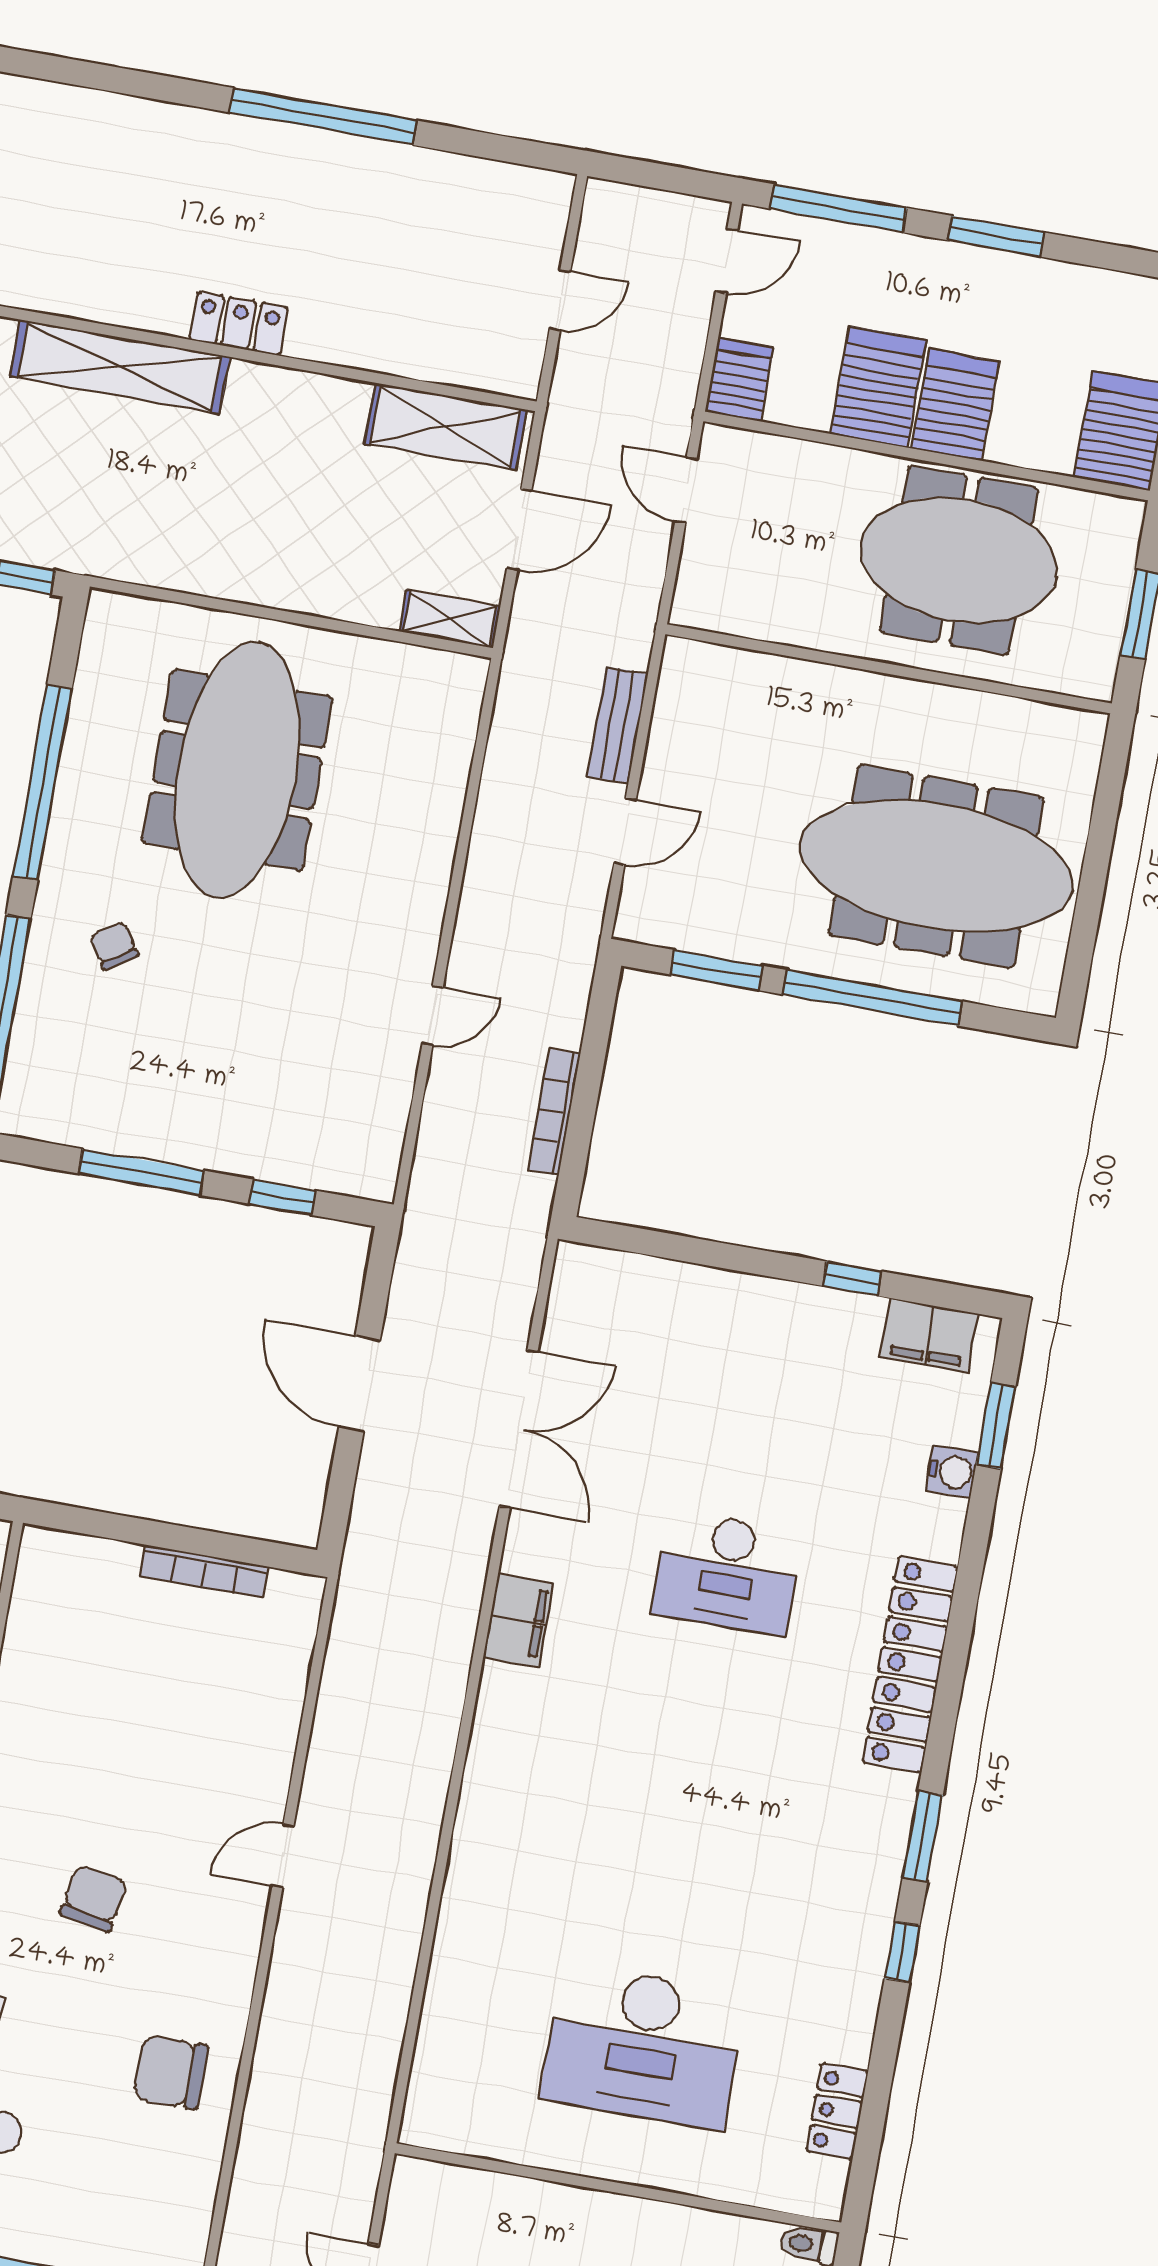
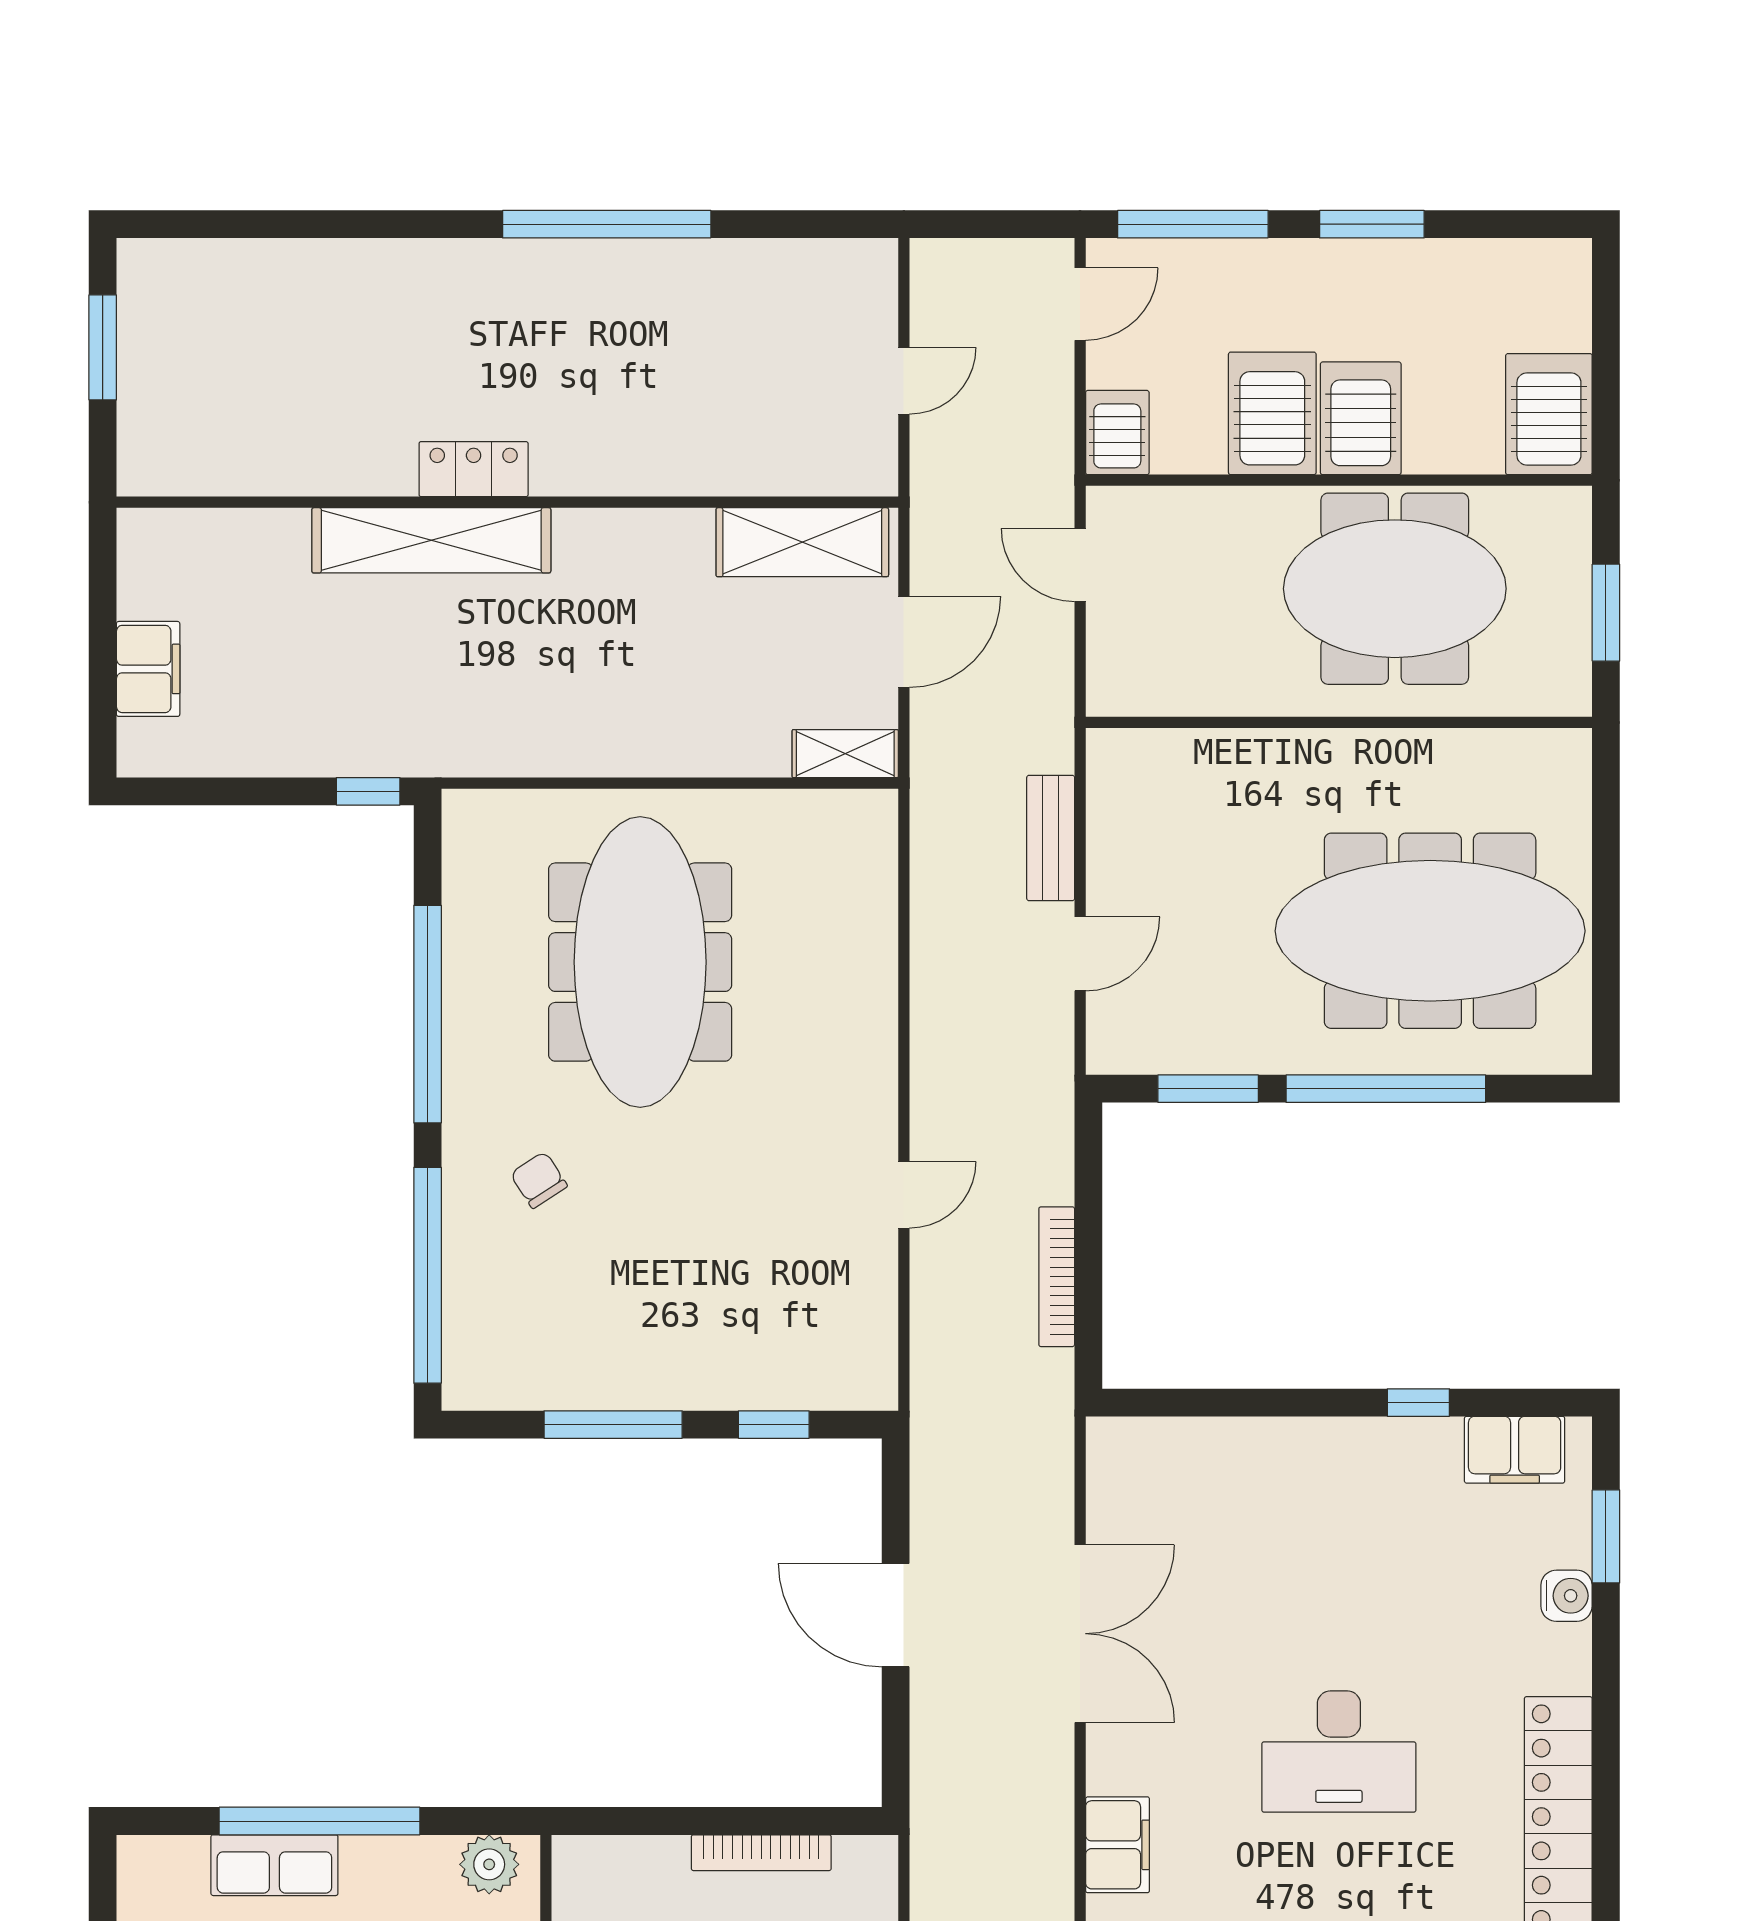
locker: (239, 323) -> (474, 469), moved

